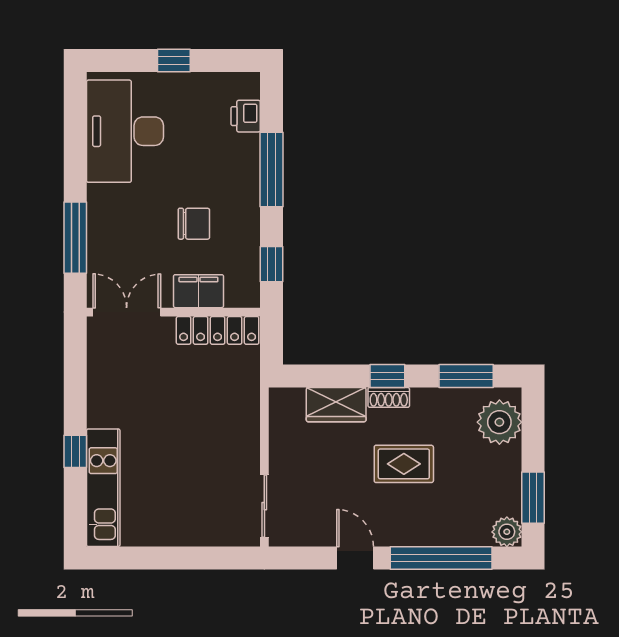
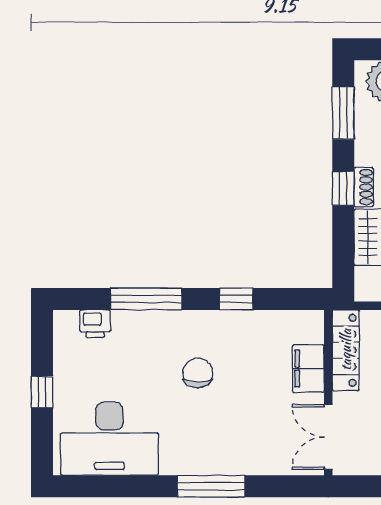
filing cabinet: (198, 291) -> (308, 369), moved
double door: (127, 312) -> (328, 437), moved
wall: (173, 312) -> (328, 393), moved
locker: (218, 330) -> (346, 350), moved

